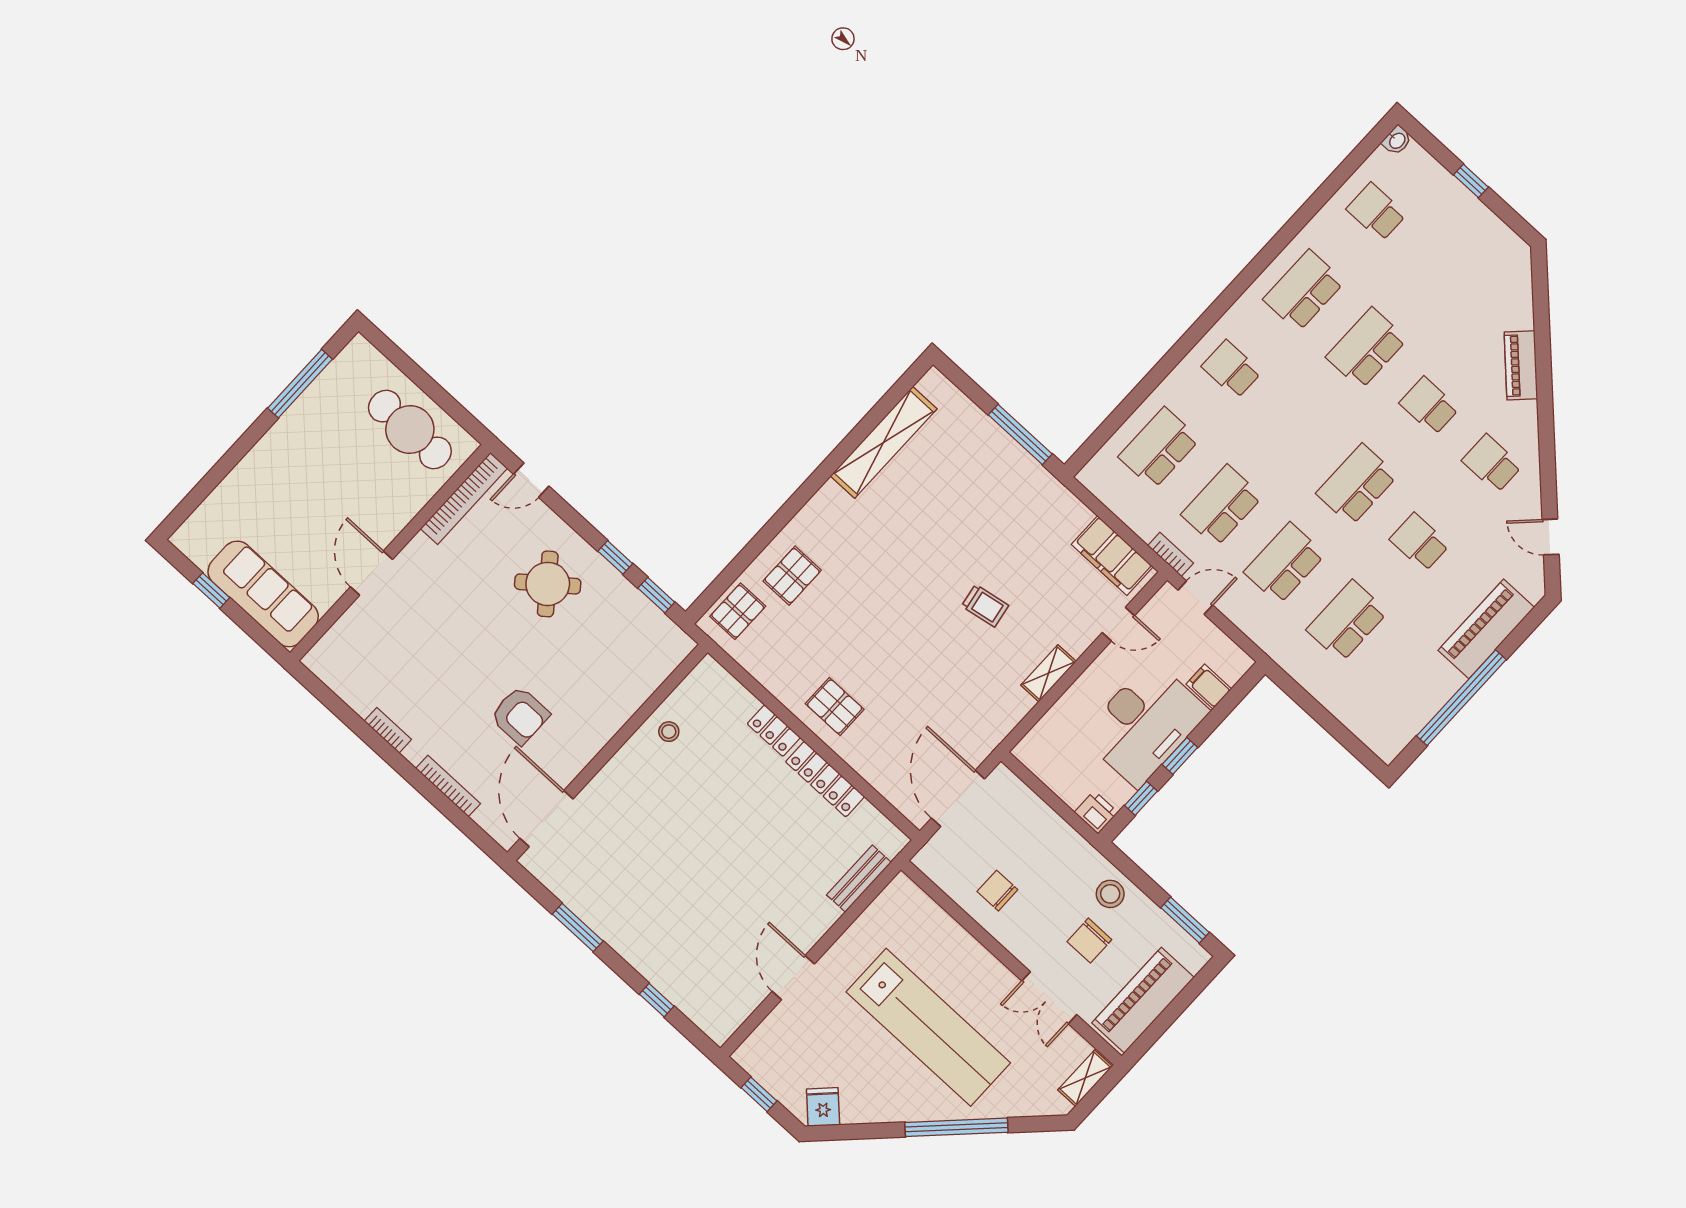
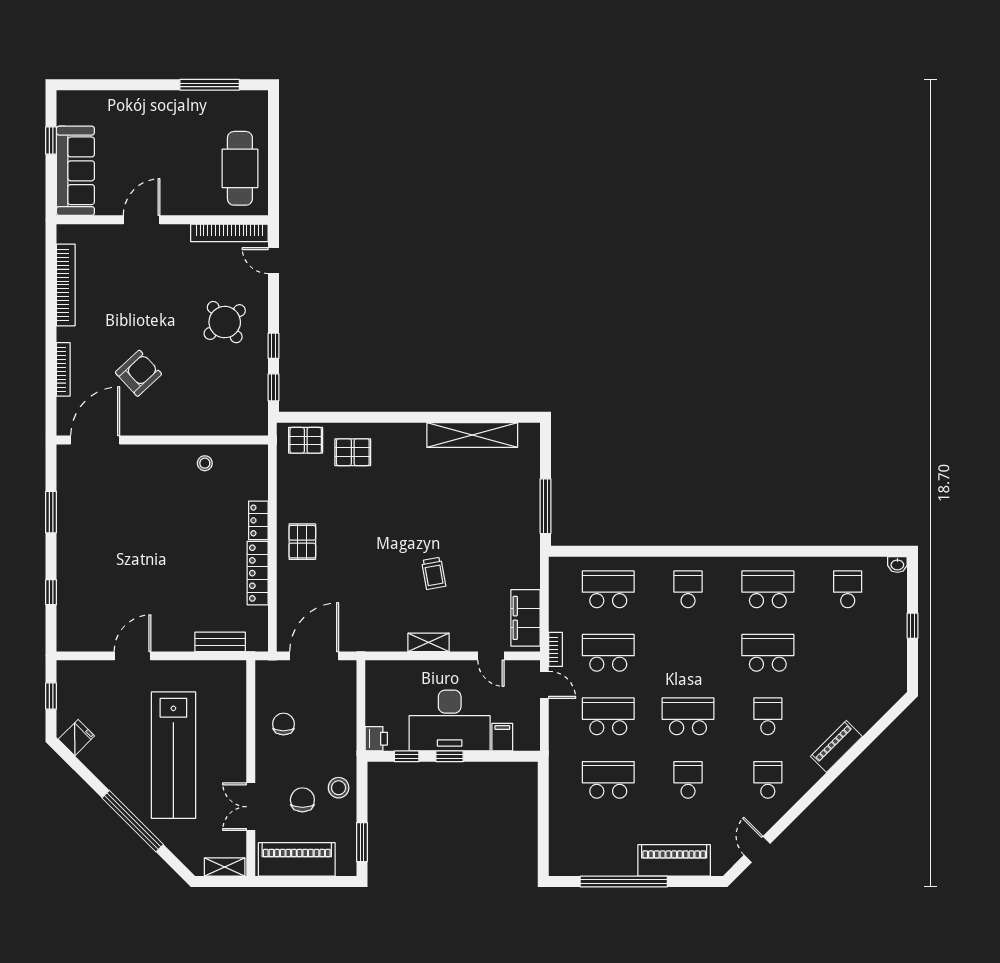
armchair: (520, 715) -> (138, 373), turned -133
bookcase: (388, 730) -> (66, 285), width x2.31, depth x1.31
chair: (1089, 941) -> (302, 800), turned 90

